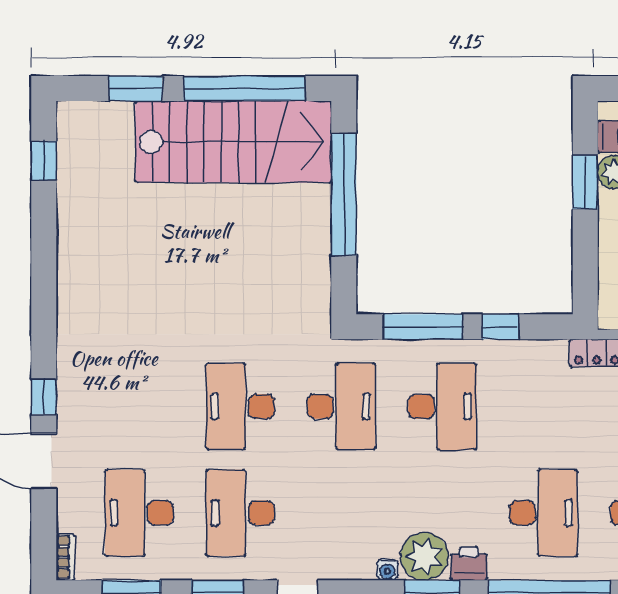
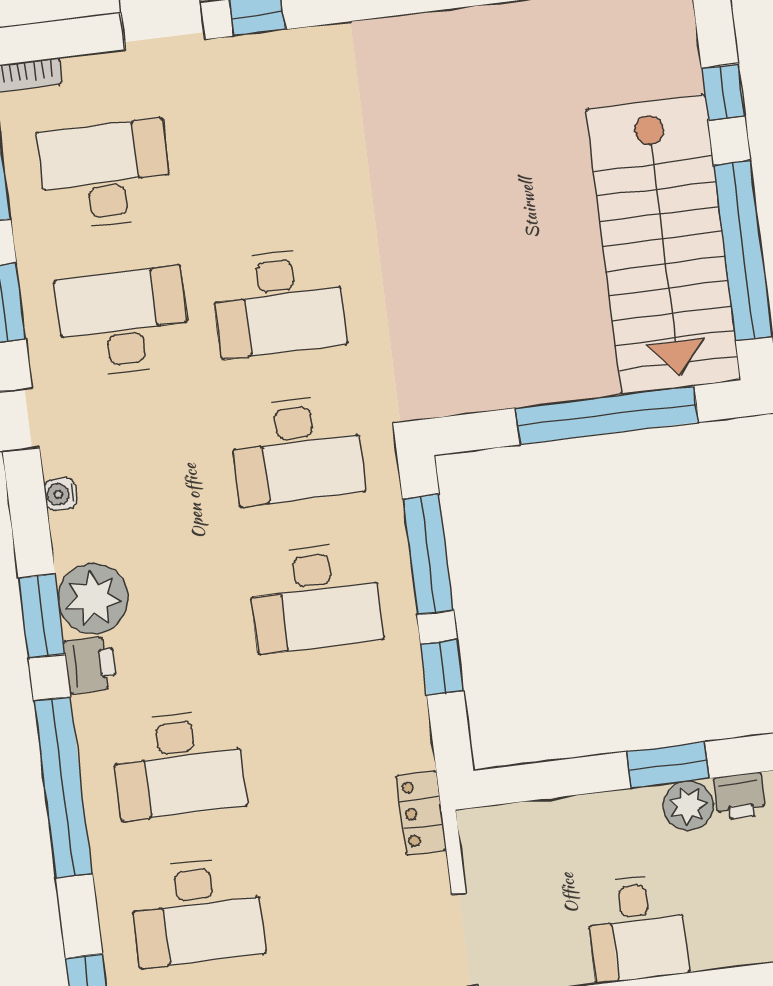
window: (136, 88) -> (723, 92), width x0.67
desk: (240, 406) -> (278, 303), turned 180
water cooler: (388, 570) -> (61, 494), moved

